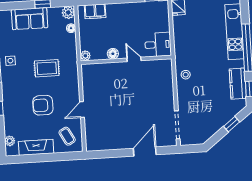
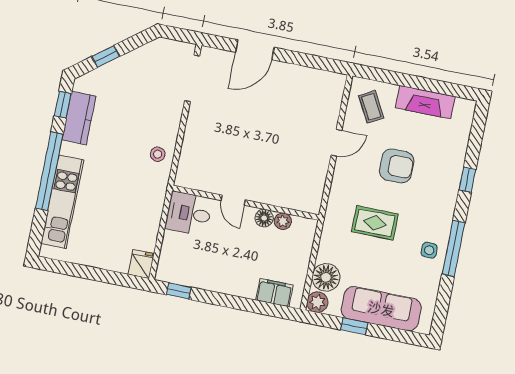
sofa: (30, 19) -> (381, 309), width x1.36
floor lamp: (71, 28) -> (326, 277), width x1.89, depth x1.89
plant: (85, 56) -> (283, 221), moved
plant: (10, 141) -> (464, 123), removed

